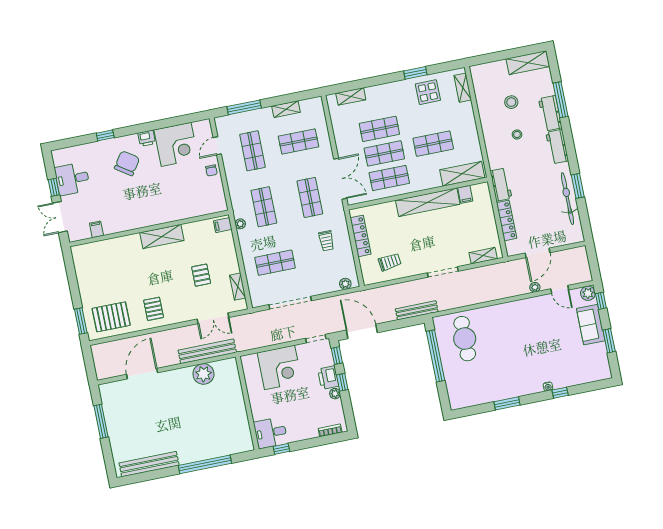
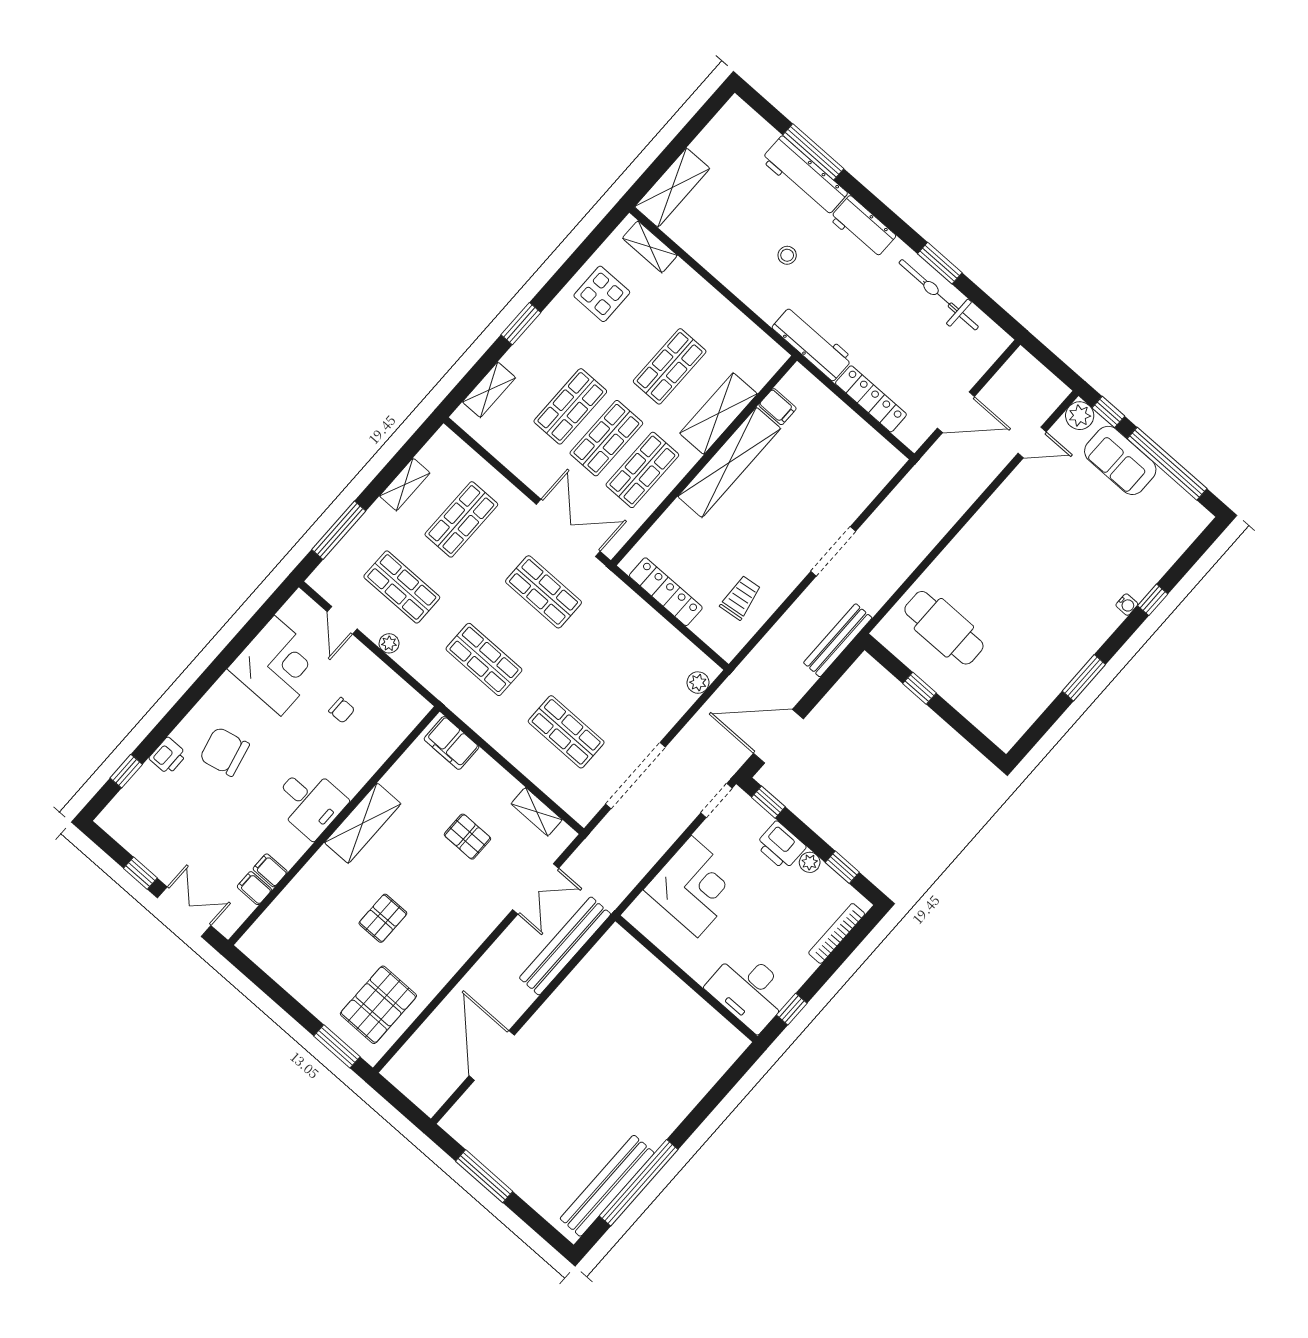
shelving: (528, 63) -> (672, 188), moved
window: (415, 73) -> (521, 324), moved
stool: (511, 102) -> (741, 212), removed
workbench: (550, 113) -> (804, 176), width x1.38
window: (105, 135) -> (126, 771), moved
printer: (147, 138) -> (168, 756), moved
chair: (127, 163) -> (224, 752), turned -47
chair: (211, 170) -> (342, 710), moved
shelving: (462, 174) -> (718, 414), moved
desk: (72, 179) -> (309, 802), moved, turned -90
workbench: (501, 185) -> (812, 343), width x1.37
double door: (60, 217) -> (184, 912), swing flipped
plant: (240, 224) -> (389, 643), moved
filing cabinet: (223, 225) -> (452, 743), width x2.00
filing cabinet: (109, 227) -> (270, 870), added
trolley: (326, 241) -> (619, 639), removed
door: (538, 253) -> (956, 412), hinge flipped
shelving: (483, 256) -> (876, 480), removed
shop shelf: (275, 263) -> (566, 732), turned 90
plant: (535, 287) -> (992, 468), removed
pallet: (154, 309) -> (383, 918), moved, turned 90
window: (609, 341) -> (1167, 464), width x2.11
window: (436, 356) -> (920, 688), width x0.32
plant: (203, 374) -> (586, 985), removed
window: (342, 382) -> (842, 867), moved
bookcase: (330, 430) -> (837, 933), width x1.56
desk: (271, 433) -> (749, 990), width x1.37
window: (205, 464) -> (639, 1183), moved

